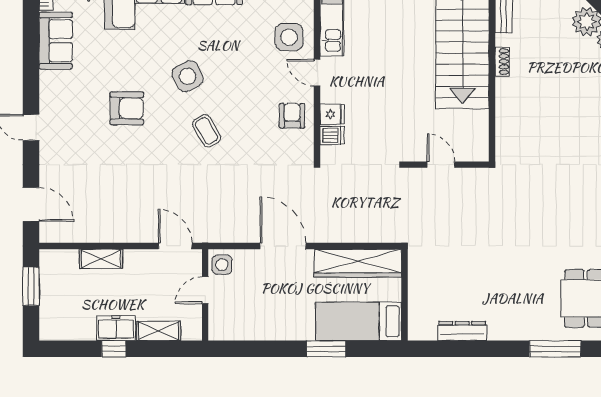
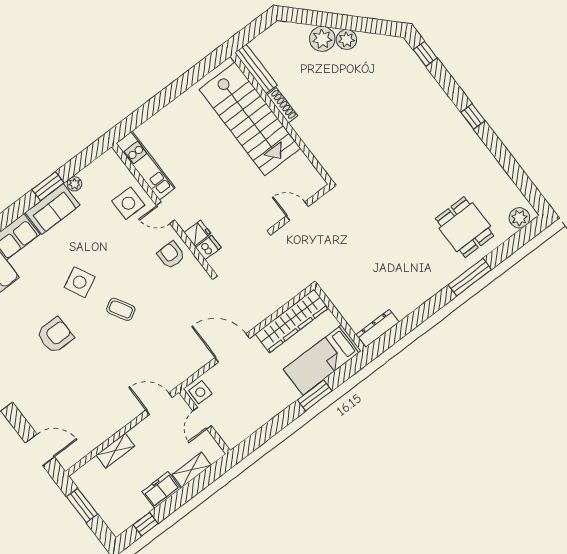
shoe rack: (502, 61) -> (282, 105), width x1.43
dresser: (462, 331) -> (378, 328), moved
window: (114, 349) -> (146, 524), moved

